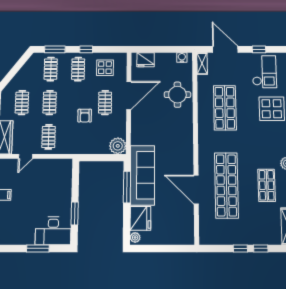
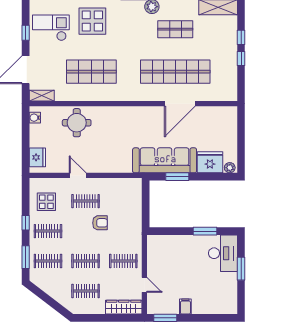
door: (129, 95) -> (78, 175), width x0.53
plant: (118, 146) -> (133, 187), removed
window: (127, 187) -> (177, 177), width x0.69

